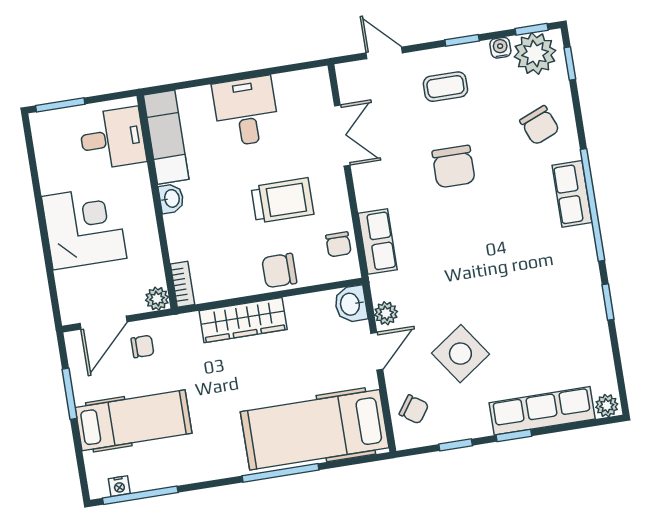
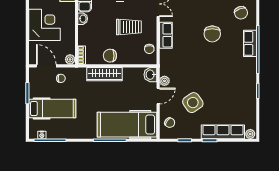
chair: (454, 167) -> (212, 34), moved
row of seats: (378, 242) -> (166, 35), moved
chair: (279, 271) -> (110, 56), moved
door: (103, 323) -> (46, 66), swing flipped

